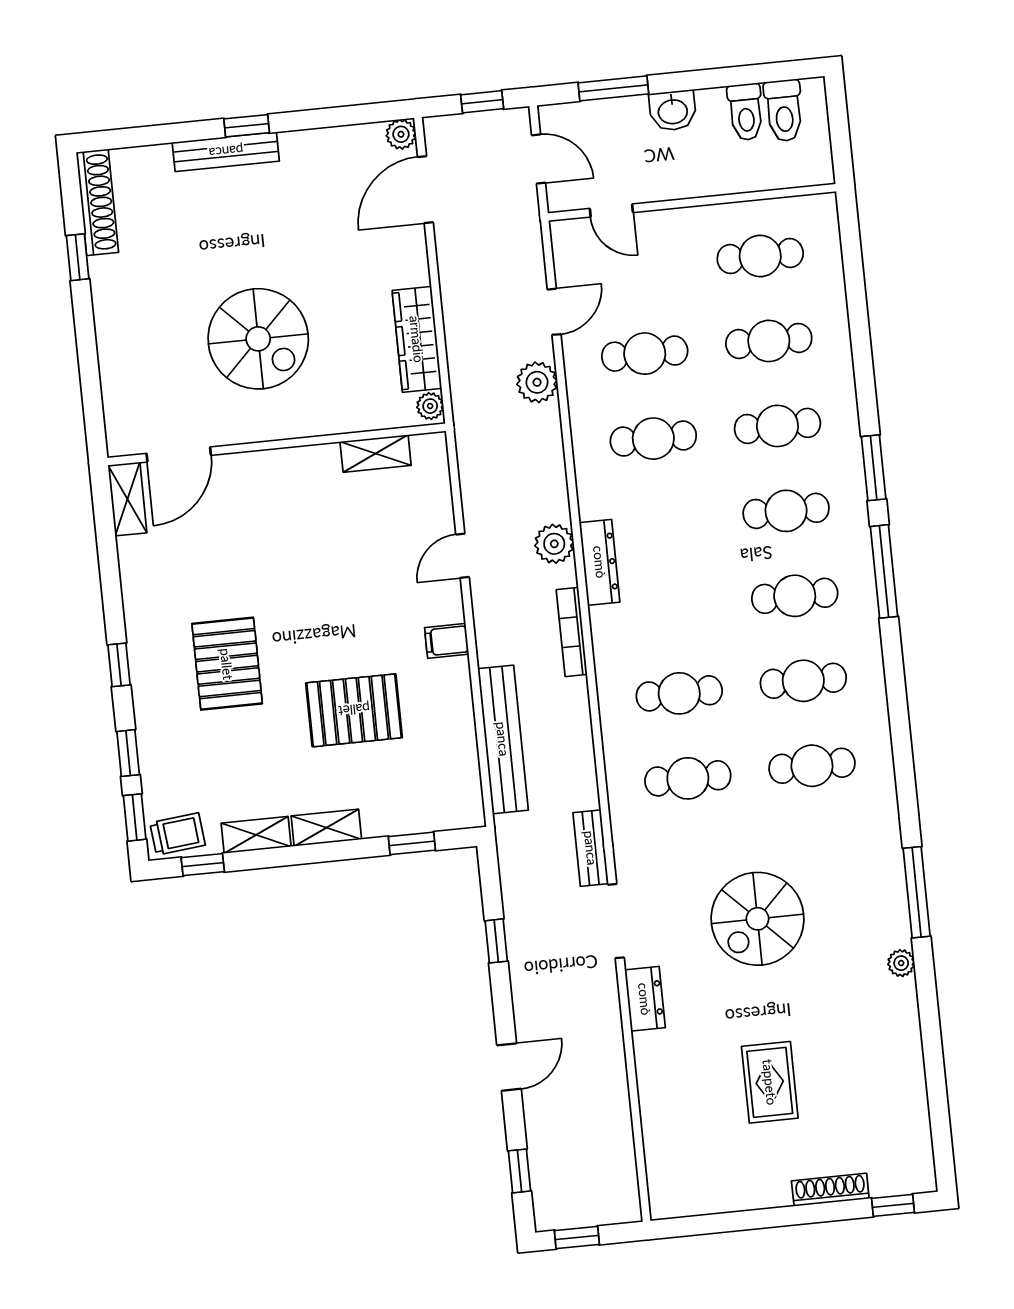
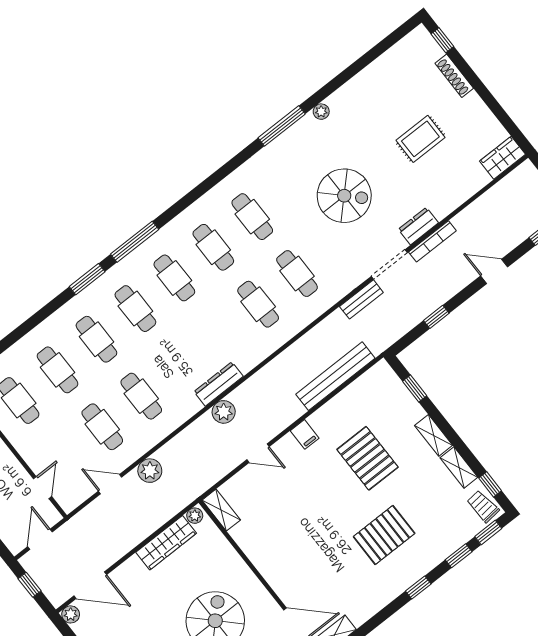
shelving: (376, 454) -> (221, 510), moved
bookcase: (572, 632) -> (432, 241), moved
wardrobe: (667, 1184) -> (503, 158), added

